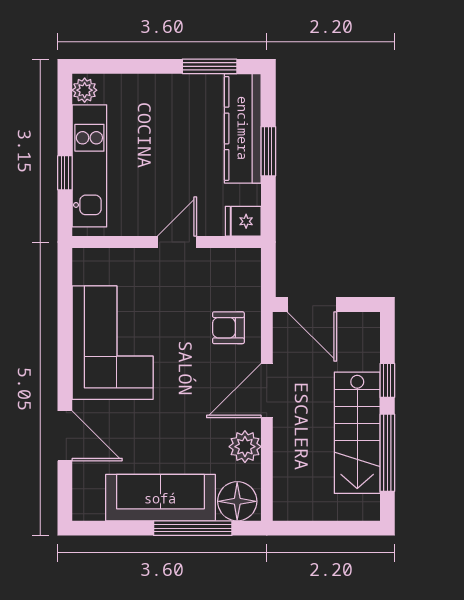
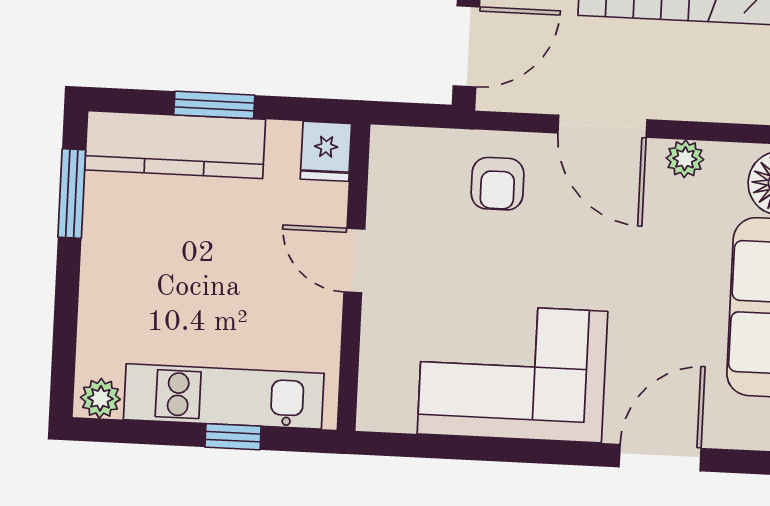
plant: (245, 447) -> (685, 159), width x0.73, depth x0.73

